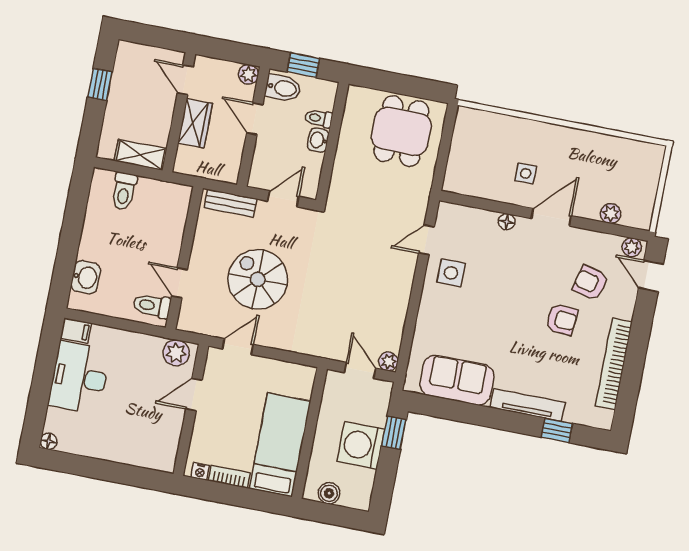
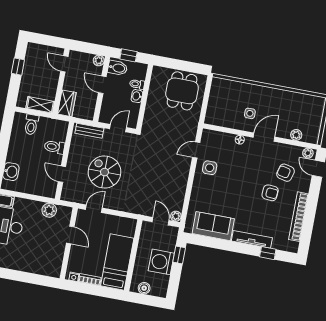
wardrobe: (195, 123) -> (67, 103), moved
toilet: (152, 306) -> (54, 147), moved
plant: (176, 353) -> (49, 210), moved
door: (194, 395) -> (70, 235), swing flipped

